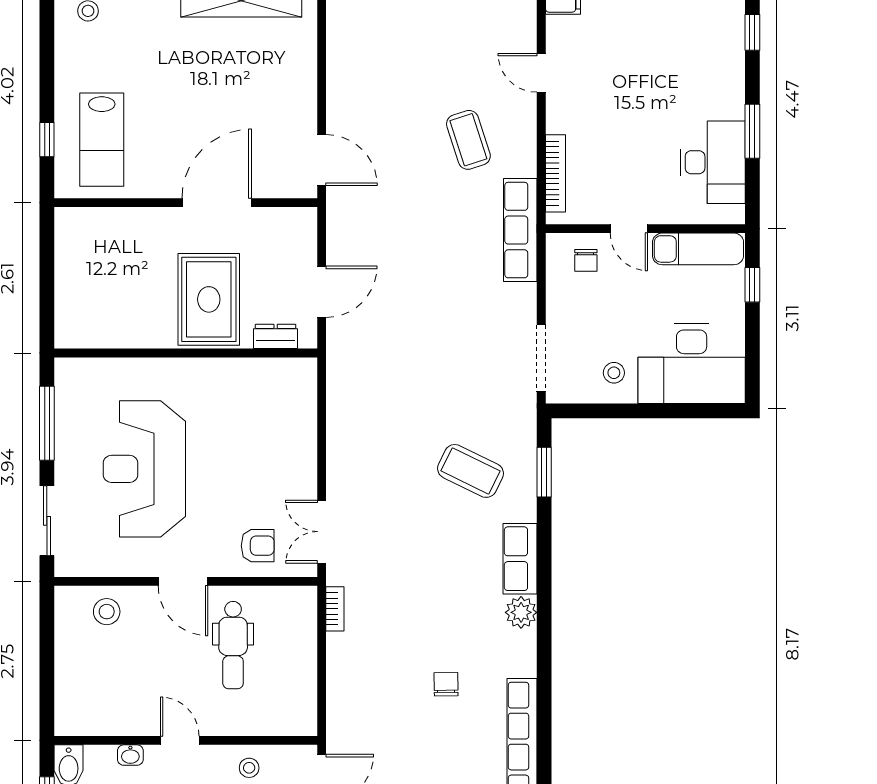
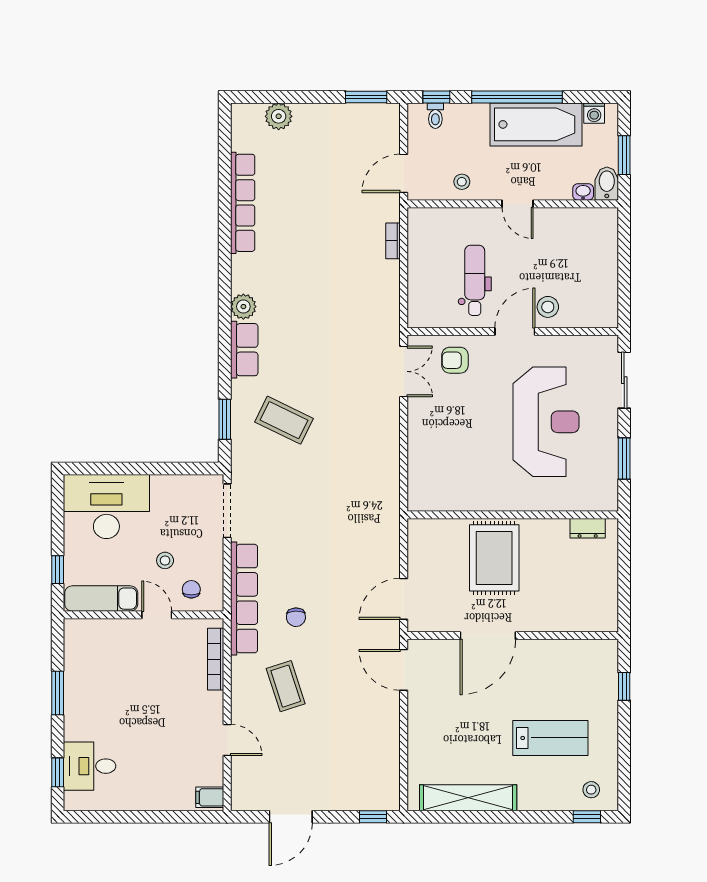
lab bench: (102, 140) -> (550, 738), moved, turned 90
desk: (713, 162) -> (90, 766), moved, width x0.73
row of seats: (520, 230) -> (244, 599), width x1.36
door: (322, 292) -> (404, 599), moved
dresser: (276, 336) -> (588, 528), moved
stool: (614, 373) -> (165, 560), moved
window: (47, 423) -> (624, 458), width x0.69
door: (183, 581) -> (515, 331), hinge flipped
bookcase: (335, 609) -> (393, 241), moved
stool: (107, 612) -> (548, 307), moved
chair: (446, 684) -> (296, 617), moved
washbasin: (130, 755) -> (583, 192), moved

